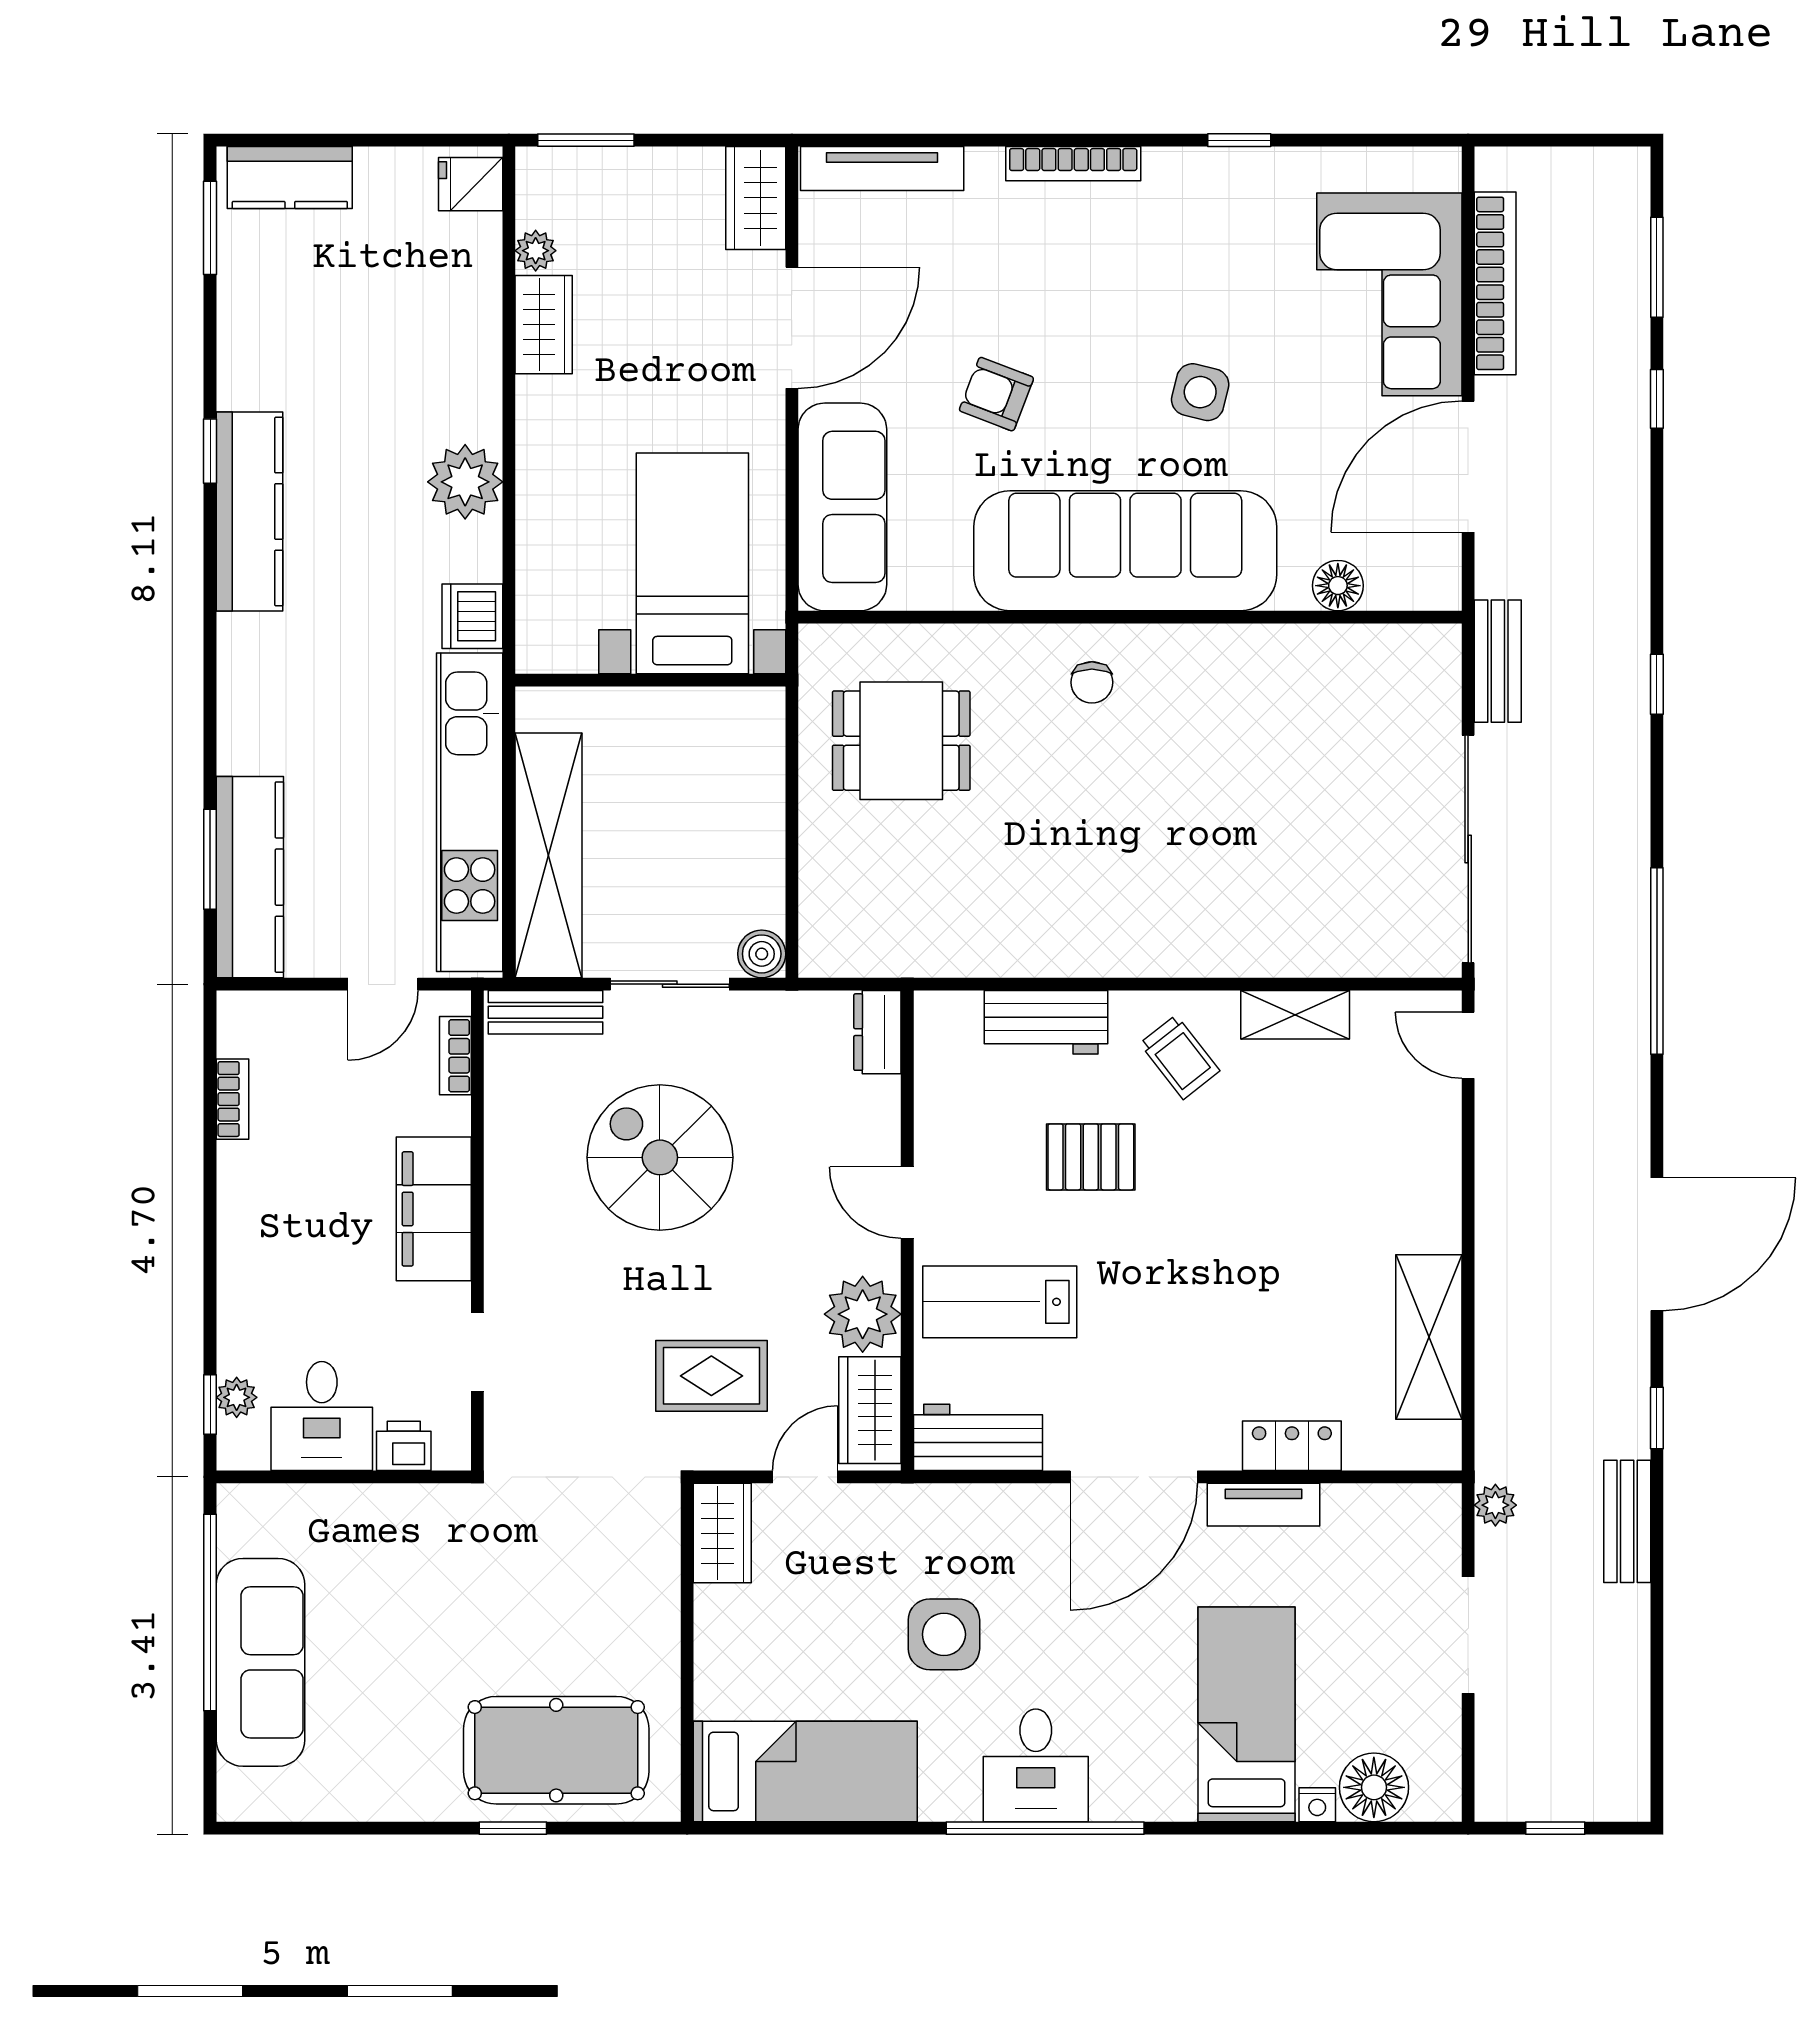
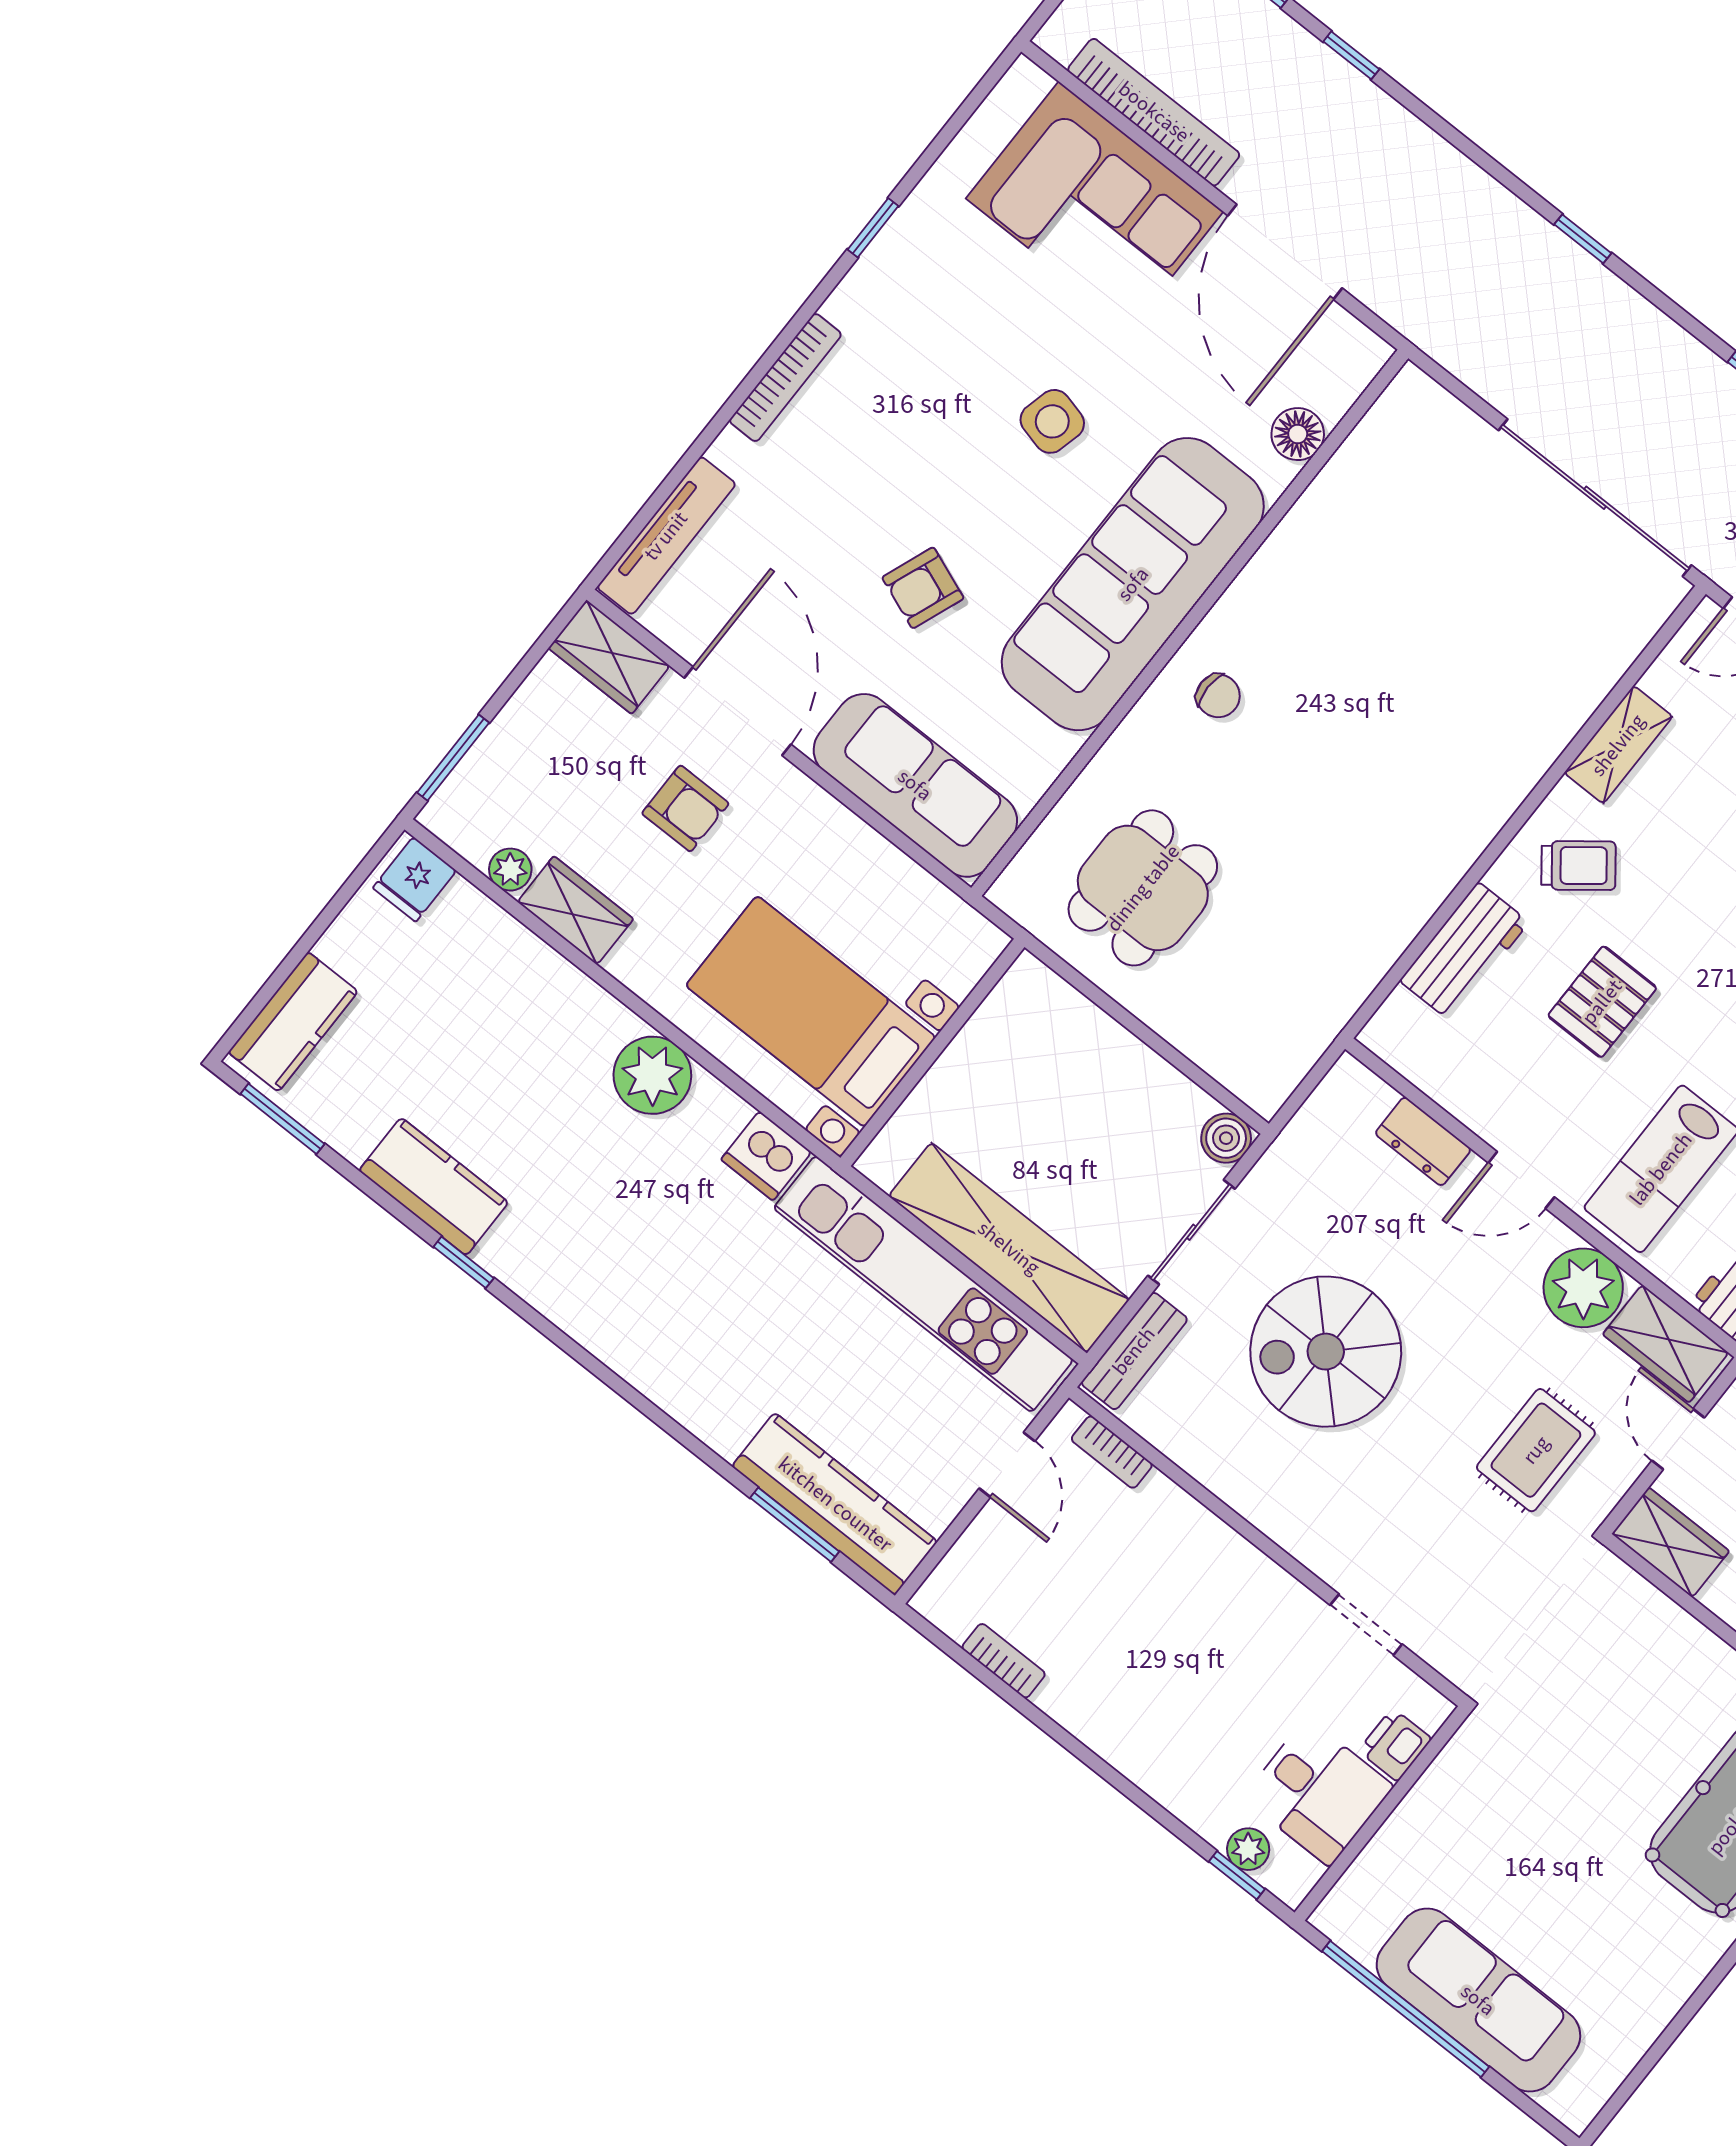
armchair: (687, 347) -> (685, 808), added
kitchen counter: (250, 512) -> (434, 1186), moved, width x0.67
bed with nightstands: (692, 563) -> (811, 1011), moved
bench: (1498, 661) -> (1462, 353), removed
dresser: (877, 1032) -> (1423, 1141), moved
filing cabinet: (434, 1209) -> (1222, 1568), removed

